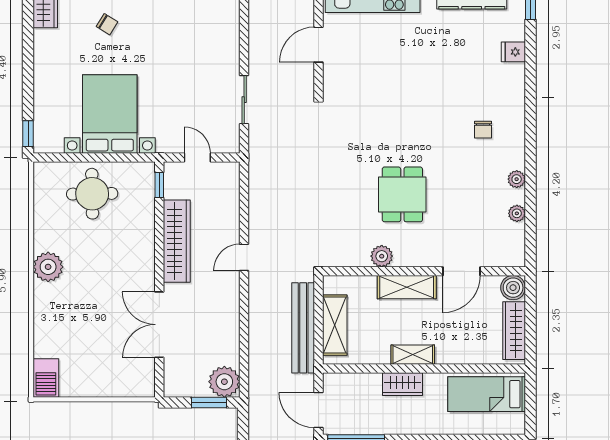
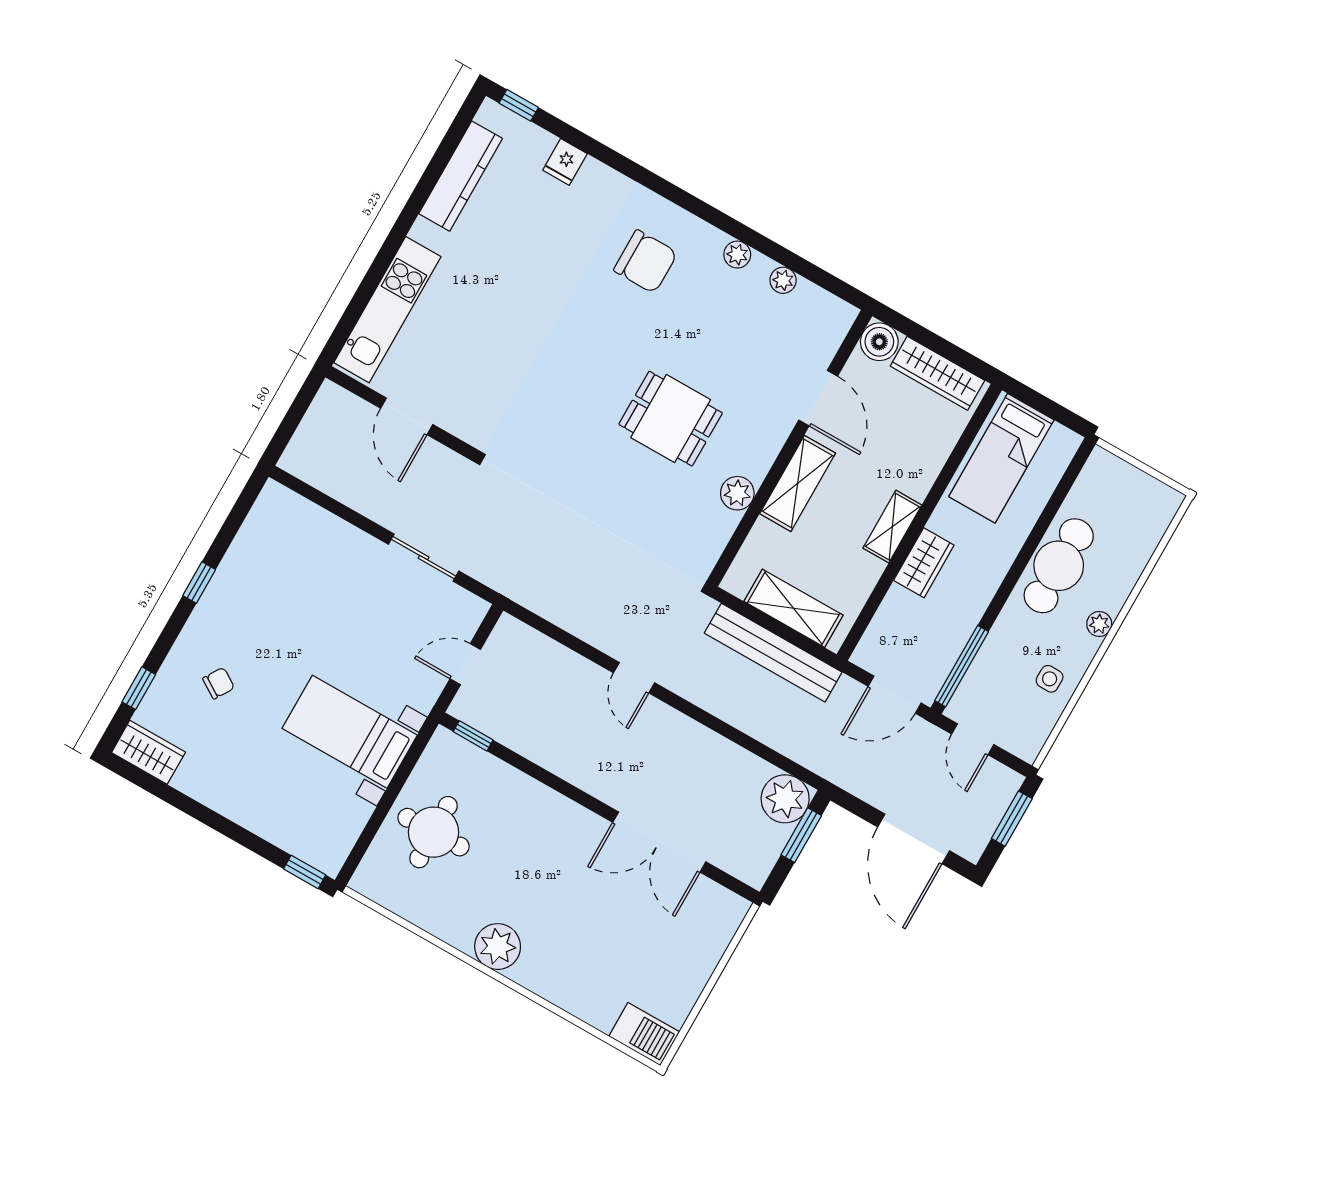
bed with nightstands: (110, 114) -> (350, 732), width x0.73
chair: (483, 130) -> (646, 262), width x1.87, depth x1.87
wardrobe: (177, 241) -> (561, 755), removed

